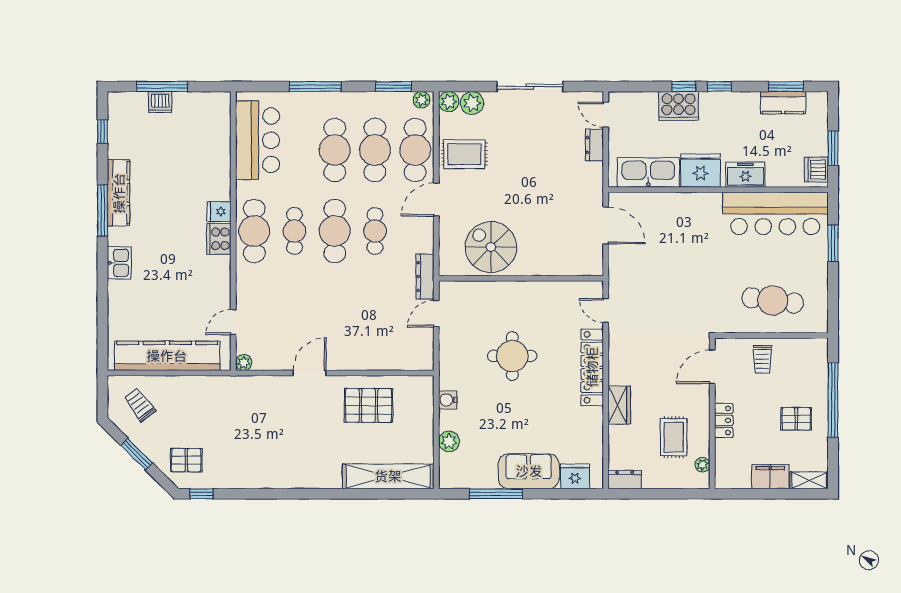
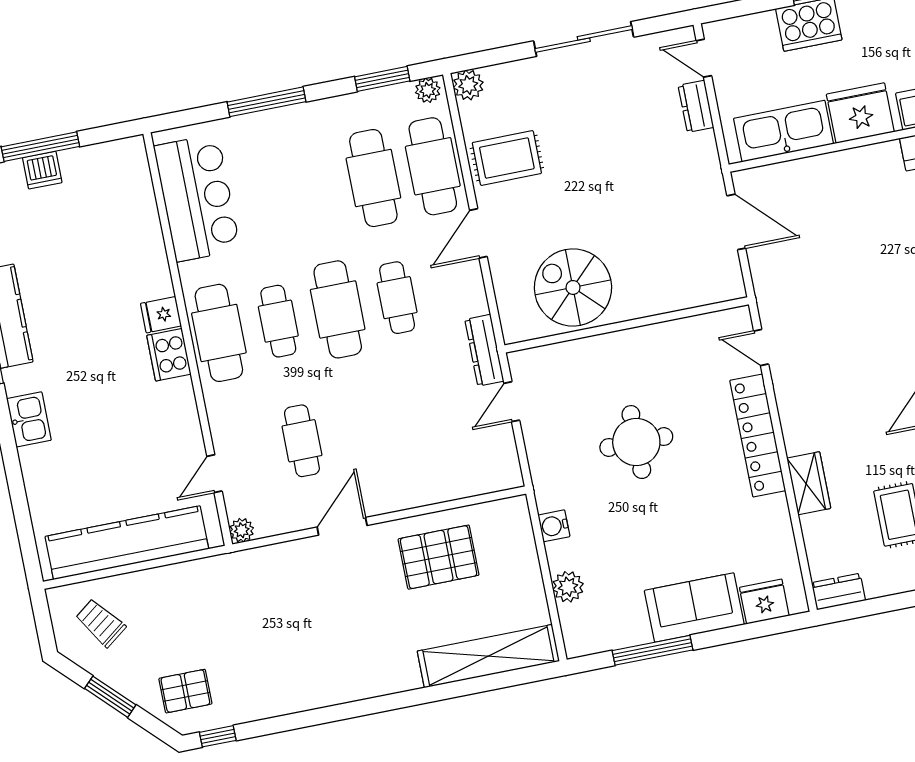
plant: (472, 103) -> (503, 80), removed
cafe table: (335, 150) -> (302, 441), moved, width x0.73, depth x0.74

